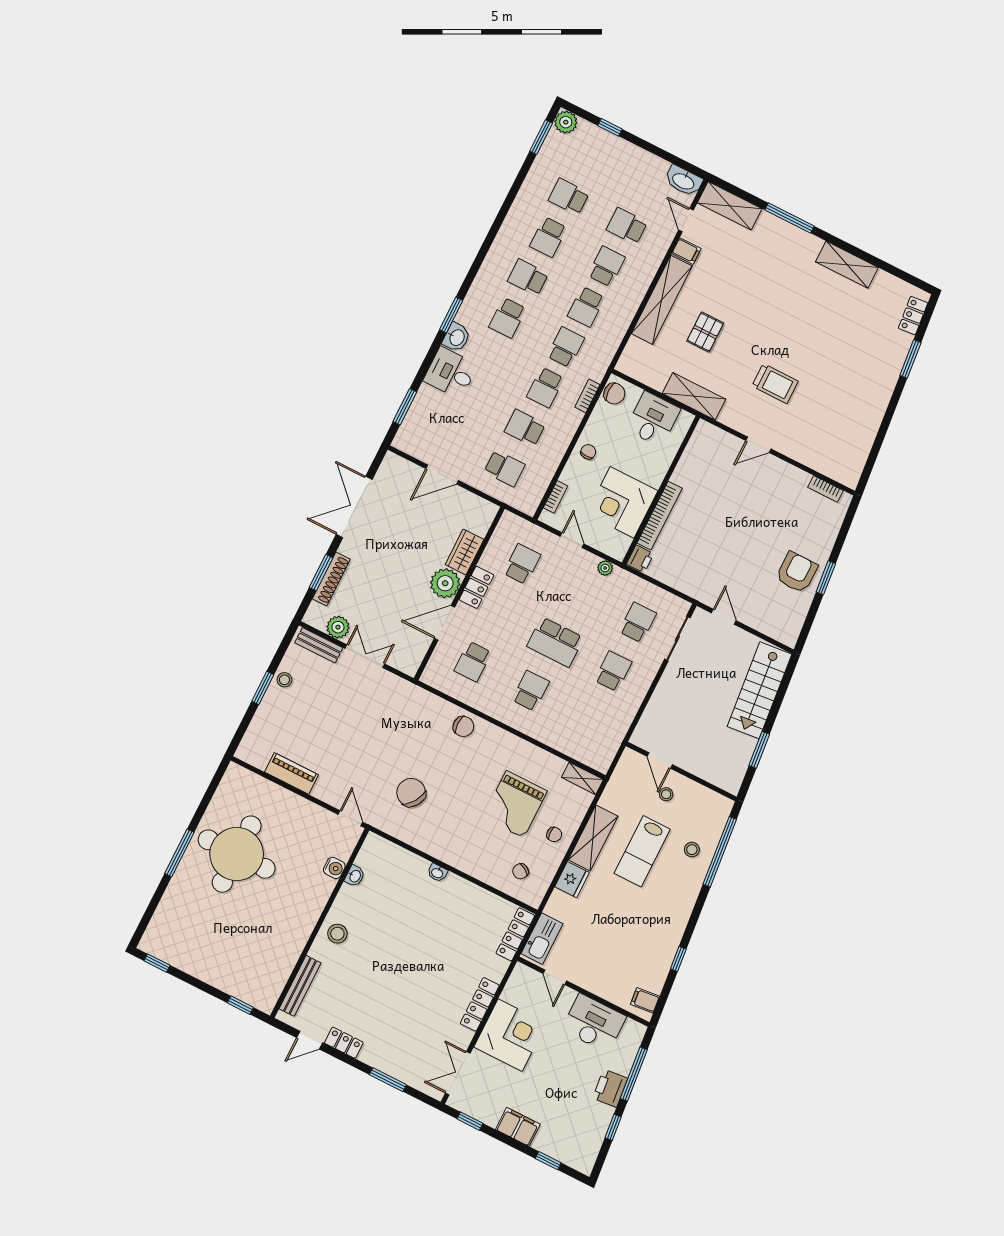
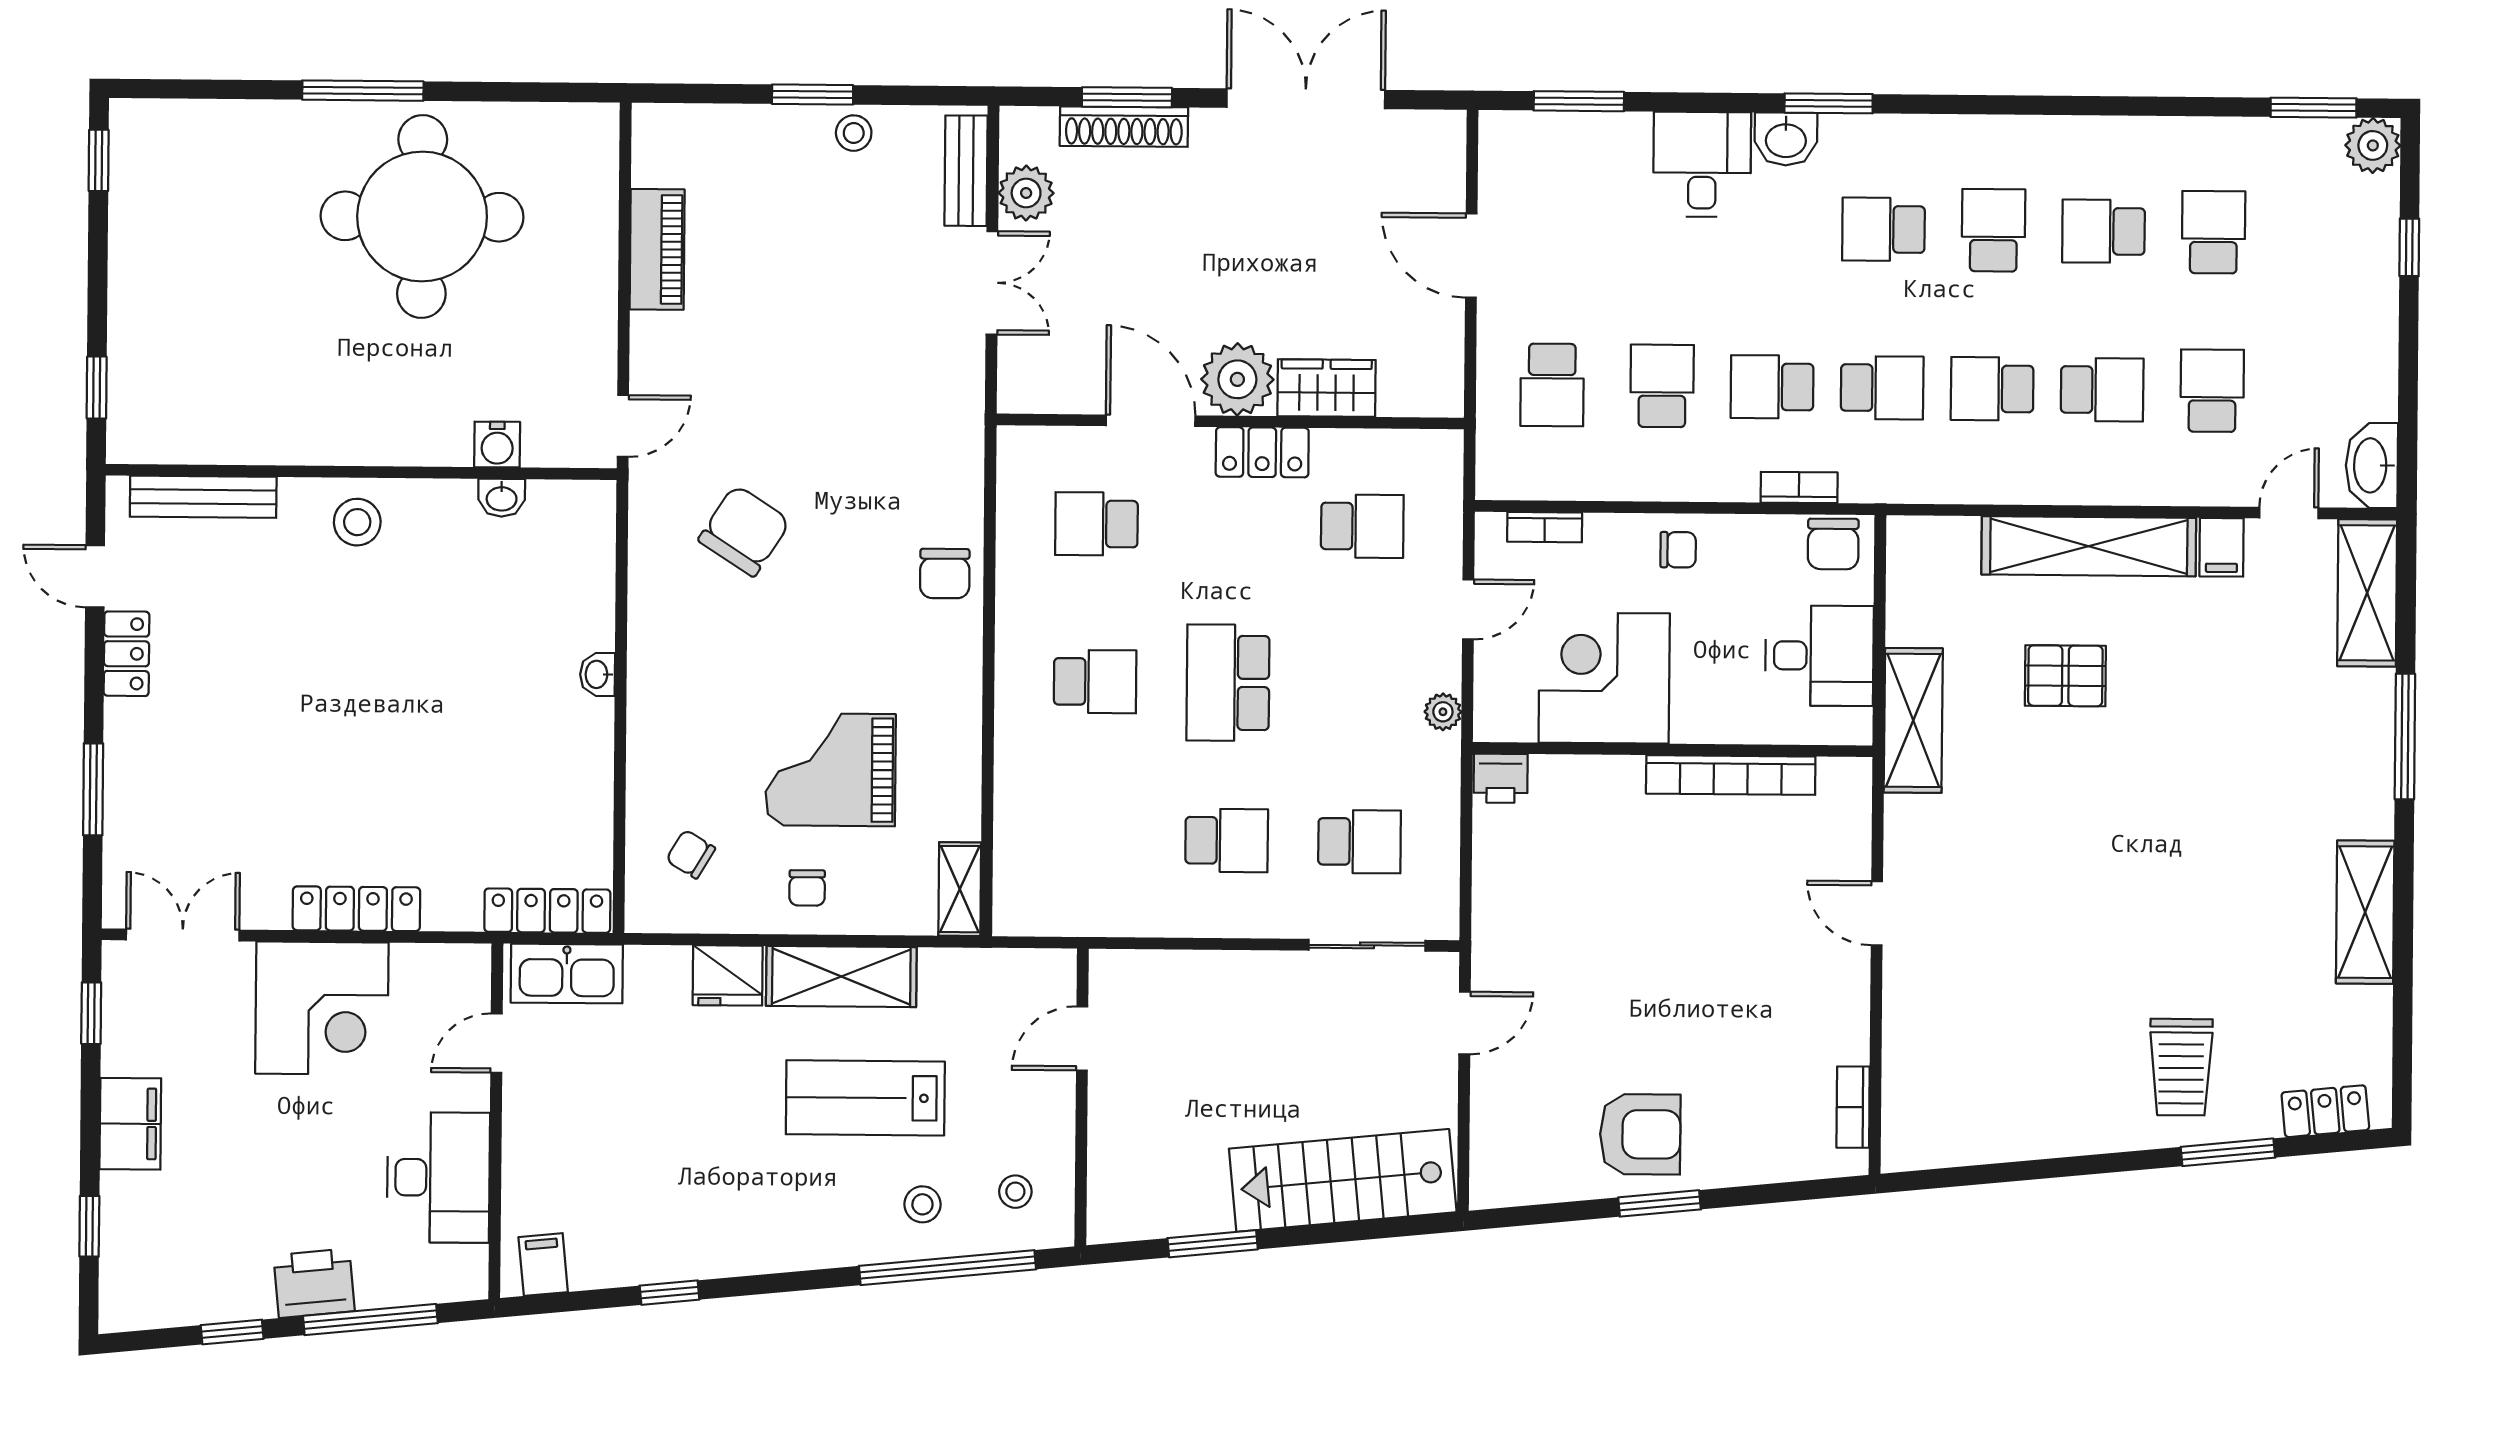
trolley: (775, 384) -> (2181, 1067), moved
bookcase: (660, 516) -> (1731, 775), moved
stool: (666, 794) -> (1015, 1192), moved

